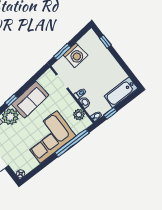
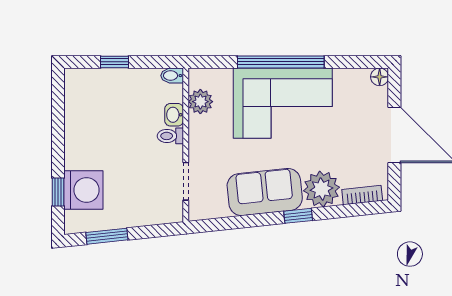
window: (62, 52) -> (107, 236), moved
washing machine: (76, 55) -> (83, 190), moved, turned 96
bathtub: (121, 92) -> (98, 84), removed
window: (110, 113) -> (114, 62), moved
window: (72, 143) -> (281, 62), moved

